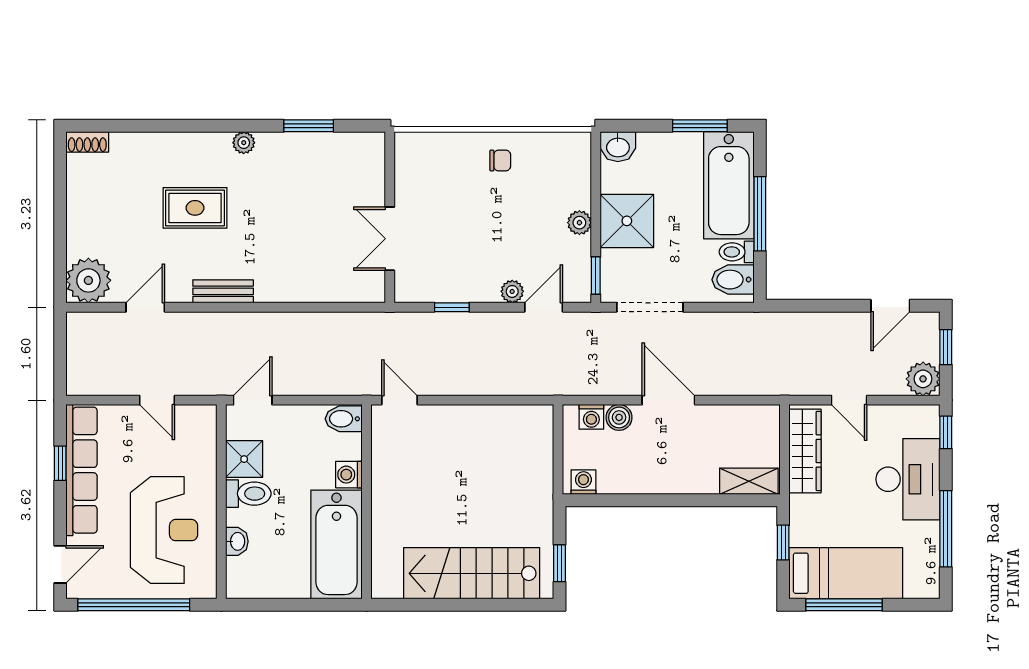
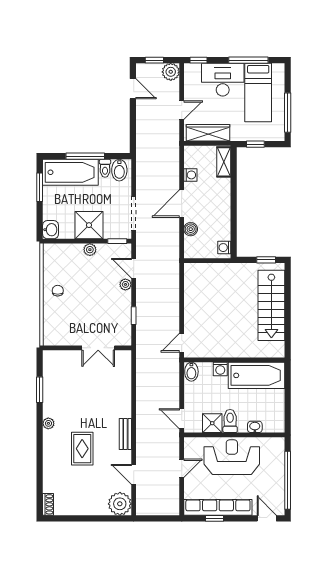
washing machine: (591, 417) -> (190, 175), moved
reception desk: (164, 530) -> (232, 457), moved
bed: (846, 573) -> (258, 92), moved, turned 180

